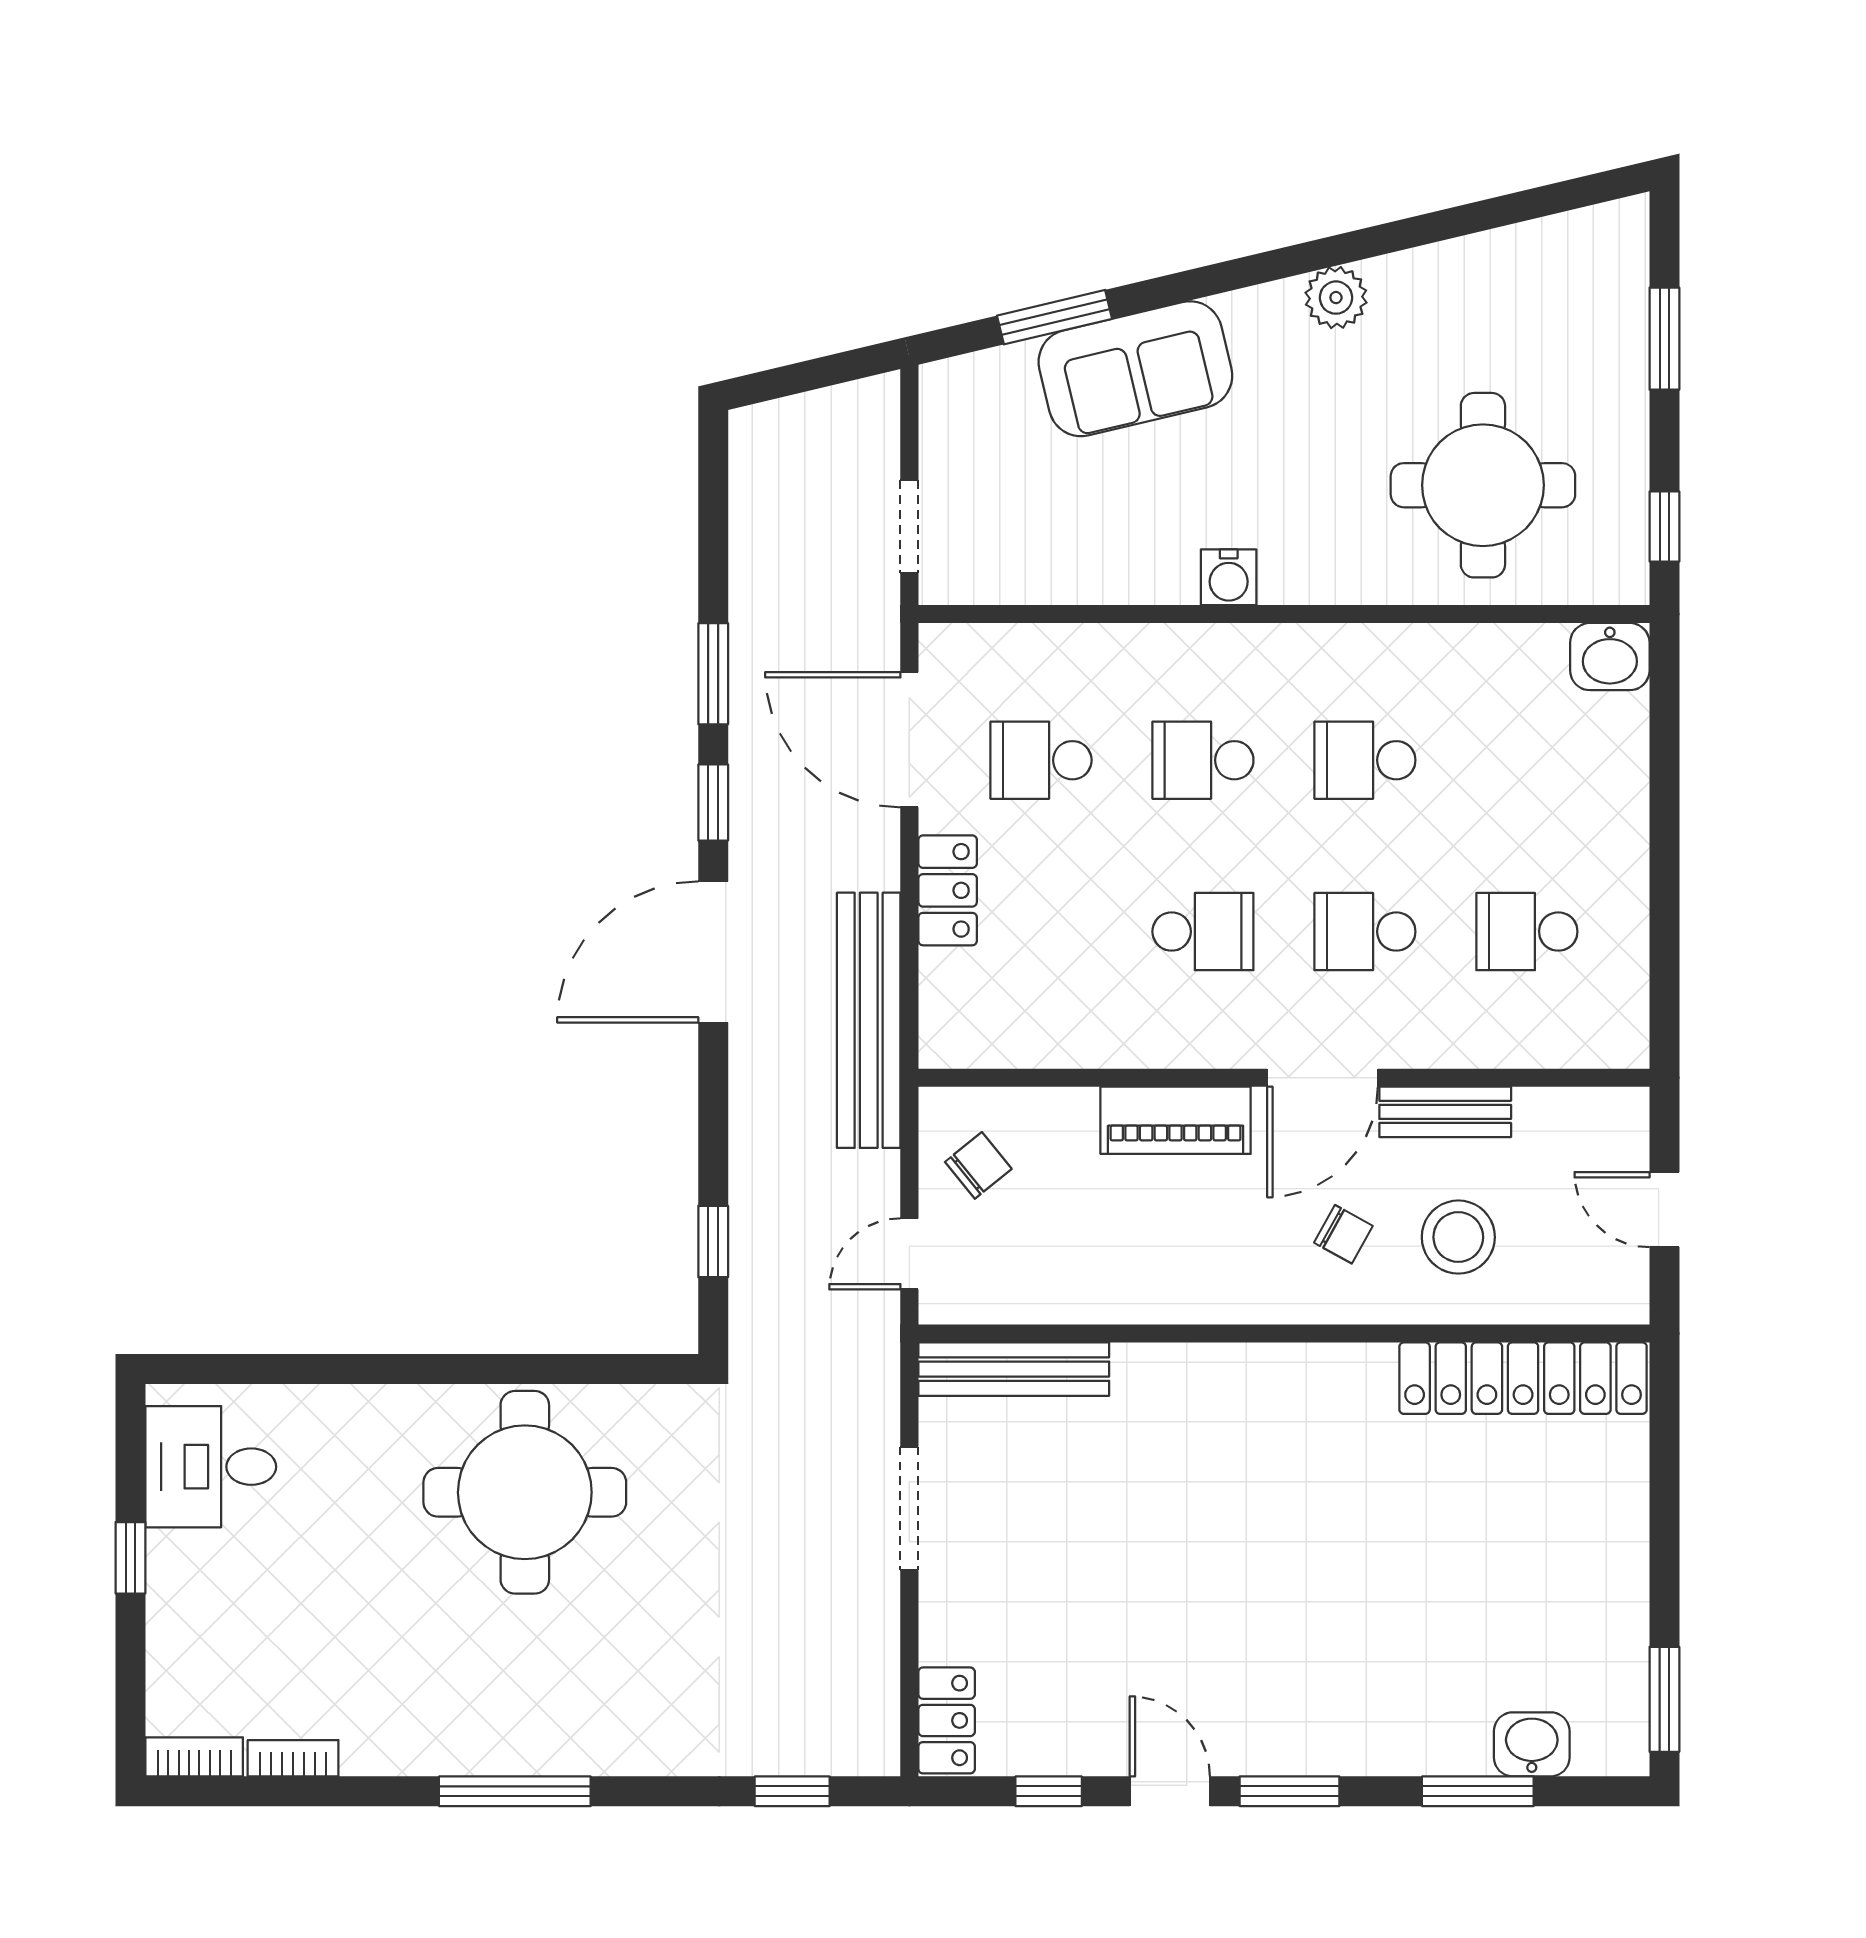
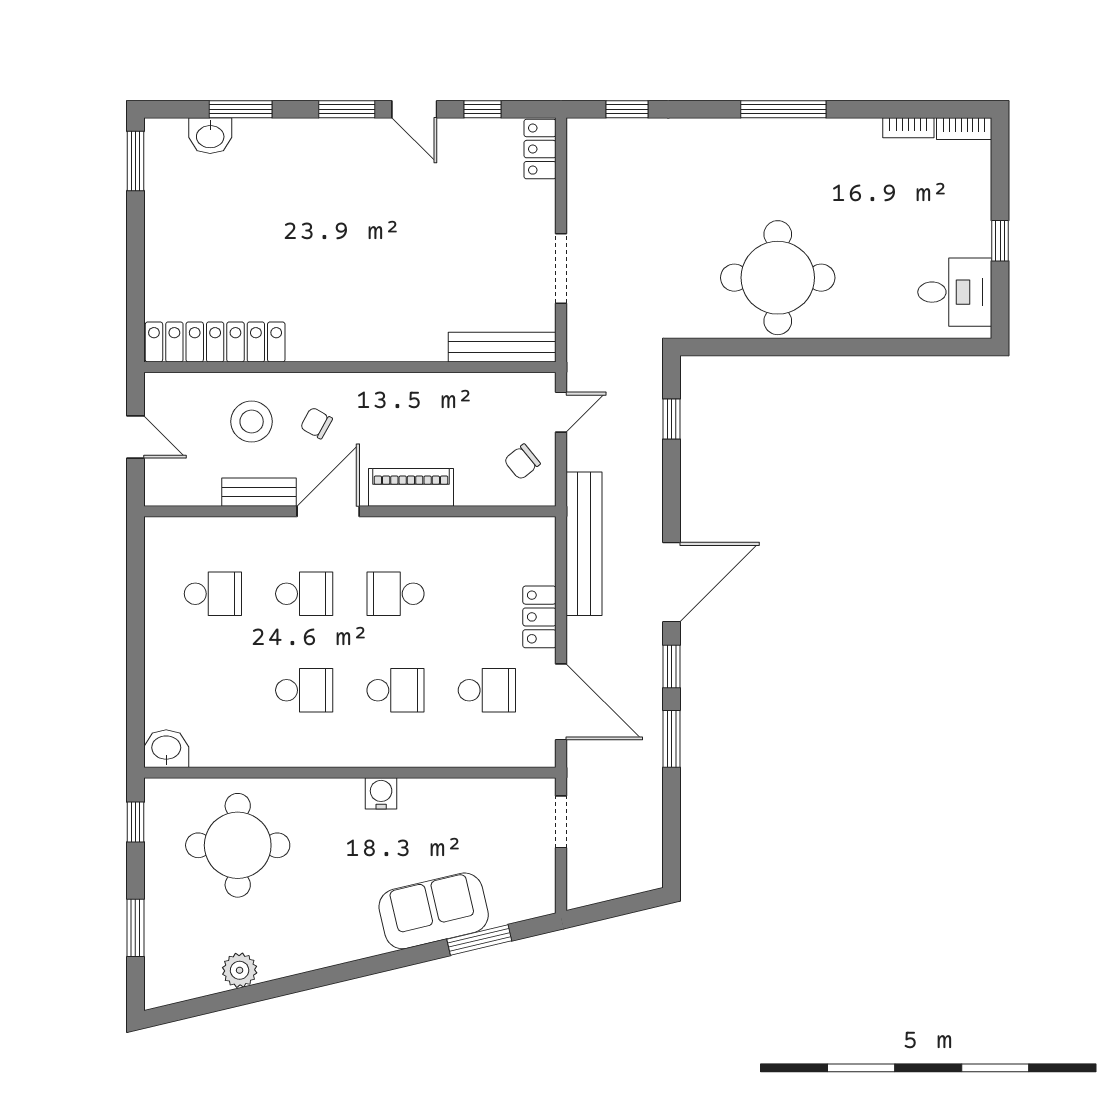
plant: (1336, 298) -> (240, 970), moved

